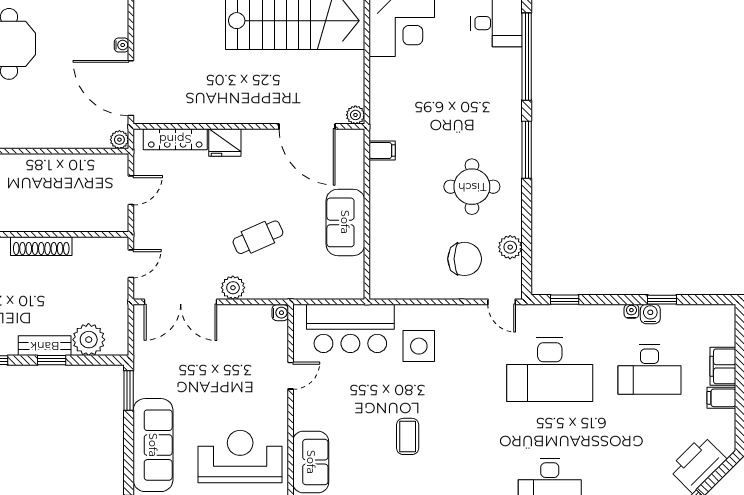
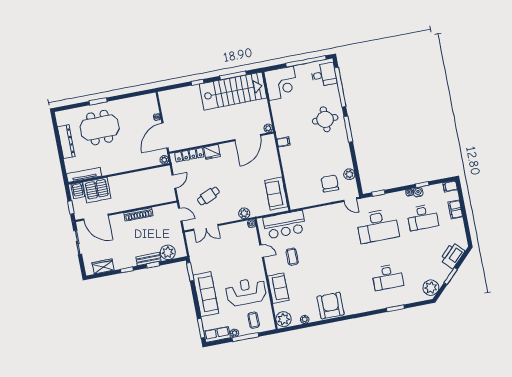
door: (131, 88) -> (165, 136), hinge flipped
door: (307, 126) -> (248, 138), hinge flipped
round table: (472, 187) -> (325, 119), moved
sofa: (345, 222) -> (276, 194), moved
cafe table: (258, 237) -> (208, 196), moved
chair: (465, 259) -> (330, 184), turned -90
door: (131, 264) -> (180, 215), hinge flipped
plant: (233, 288) -> (244, 213), moved
double door: (181, 302) -> (206, 227), width x0.73
side table: (419, 346) -> (317, 227), removed
door: (291, 376) -> (262, 251), hinge flipped
filing cabinet: (721, 398) -> (450, 186), moved
coffee table: (408, 436) -> (292, 257), moved

